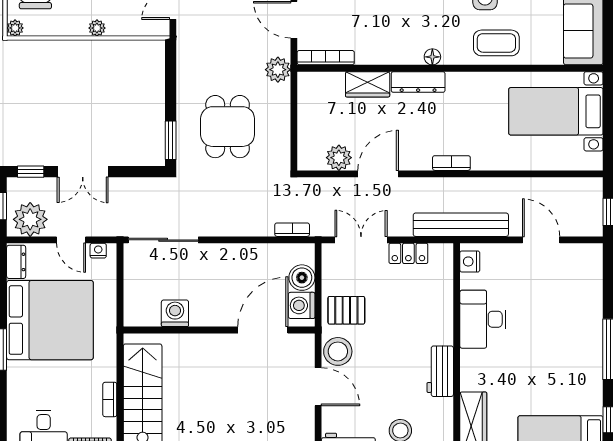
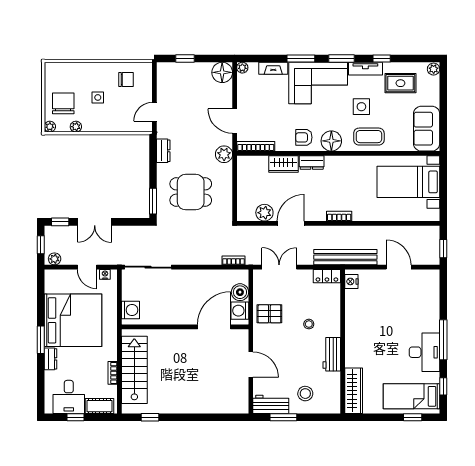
plant: (97, 28) -> (76, 127), moved
armchair: (398, 44) -> (304, 137), added
floor lamp: (432, 57) -> (331, 141), width x1.89, depth x1.89
dresser: (186, 64) -> (163, 151), added
dresser: (418, 82) -> (312, 162), width x0.70
dining table: (228, 127) -> (191, 192), turned 90
plant: (30, 219) -> (55, 259), width x0.53, depth x0.53
locker: (408, 253) -> (327, 276), moved
dresser: (16, 262) -> (51, 359), moved
washing machine: (175, 313) -> (131, 310), moved, turned 90
desk: (483, 319) -> (424, 352), moved, turned 180
stool: (338, 351) -> (309, 324), moved, width x0.53, depth x0.53

